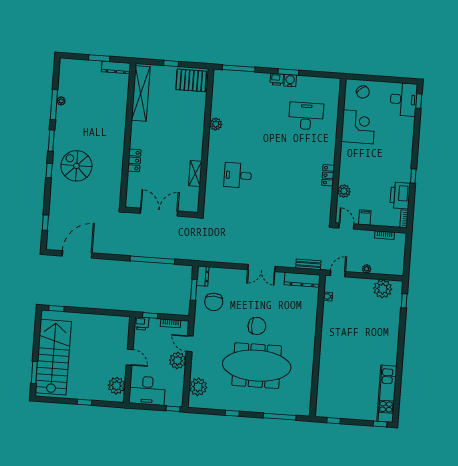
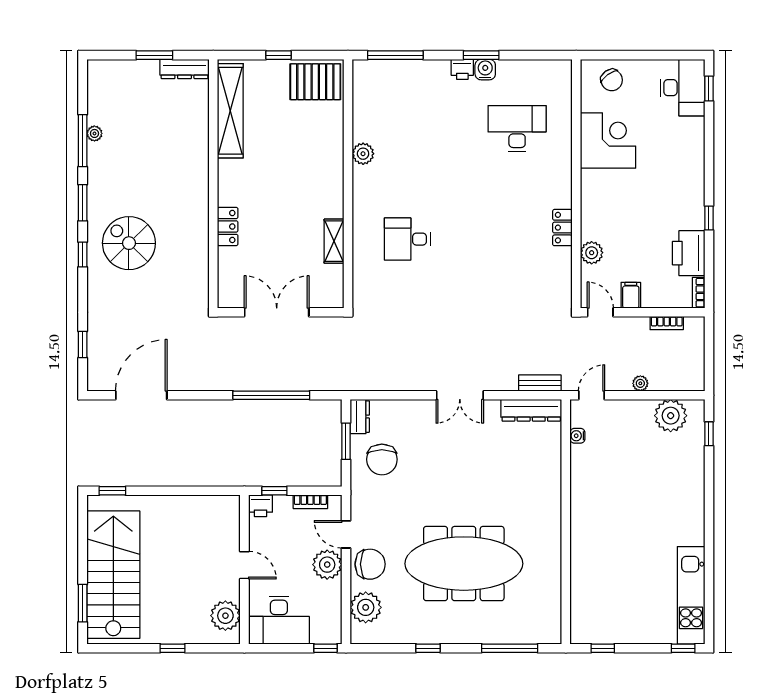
chair: (257, 326) -> (370, 564), moved

